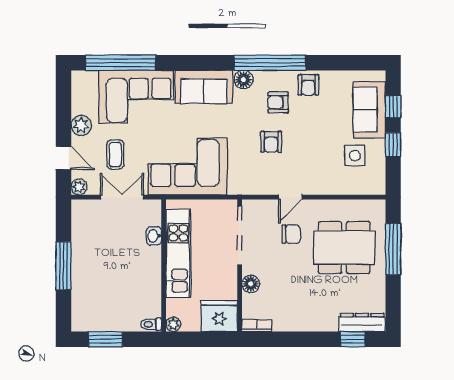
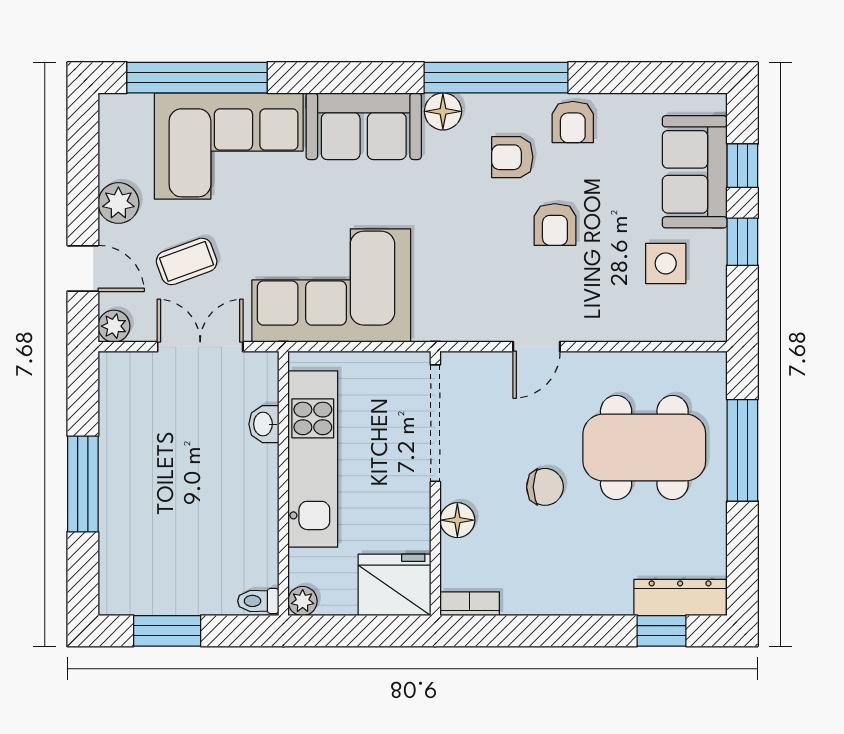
armchair: (271, 142) -> (555, 224), moved
coffee table: (115, 155) -> (187, 261), turned 70
chair: (291, 234) -> (545, 487), moved

